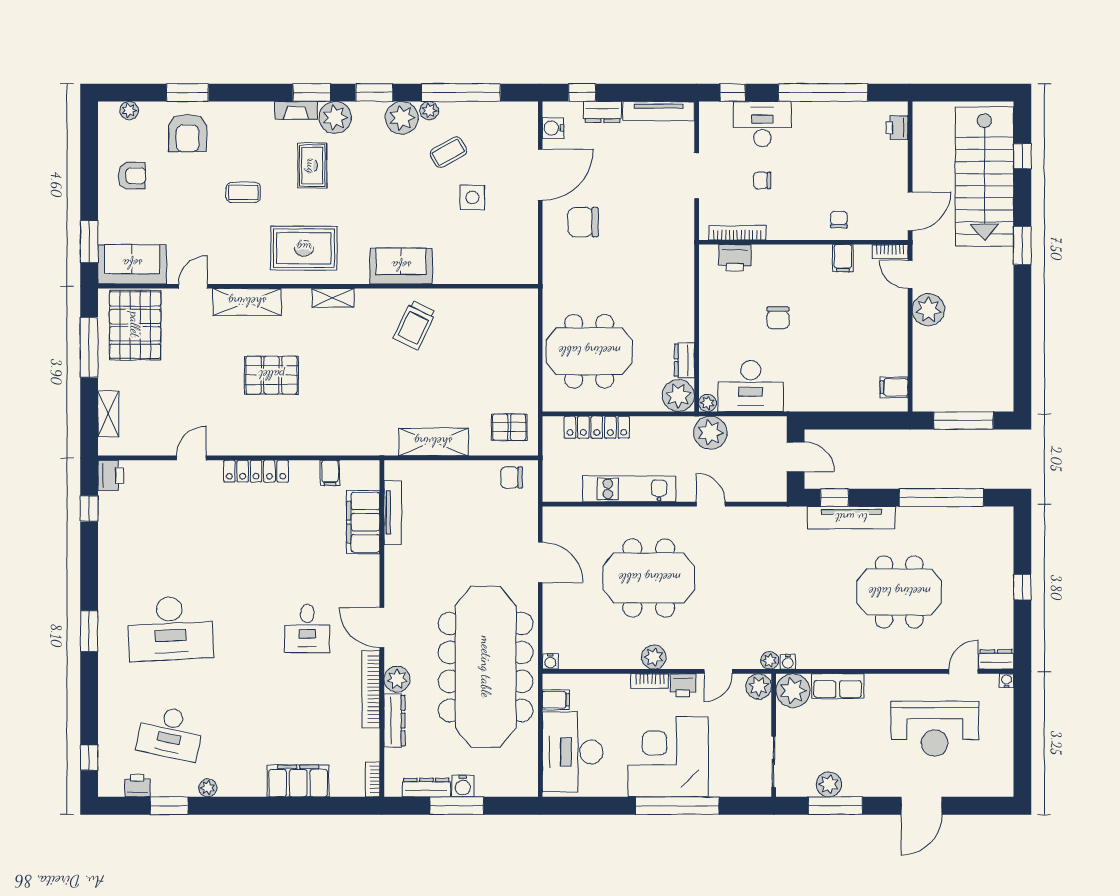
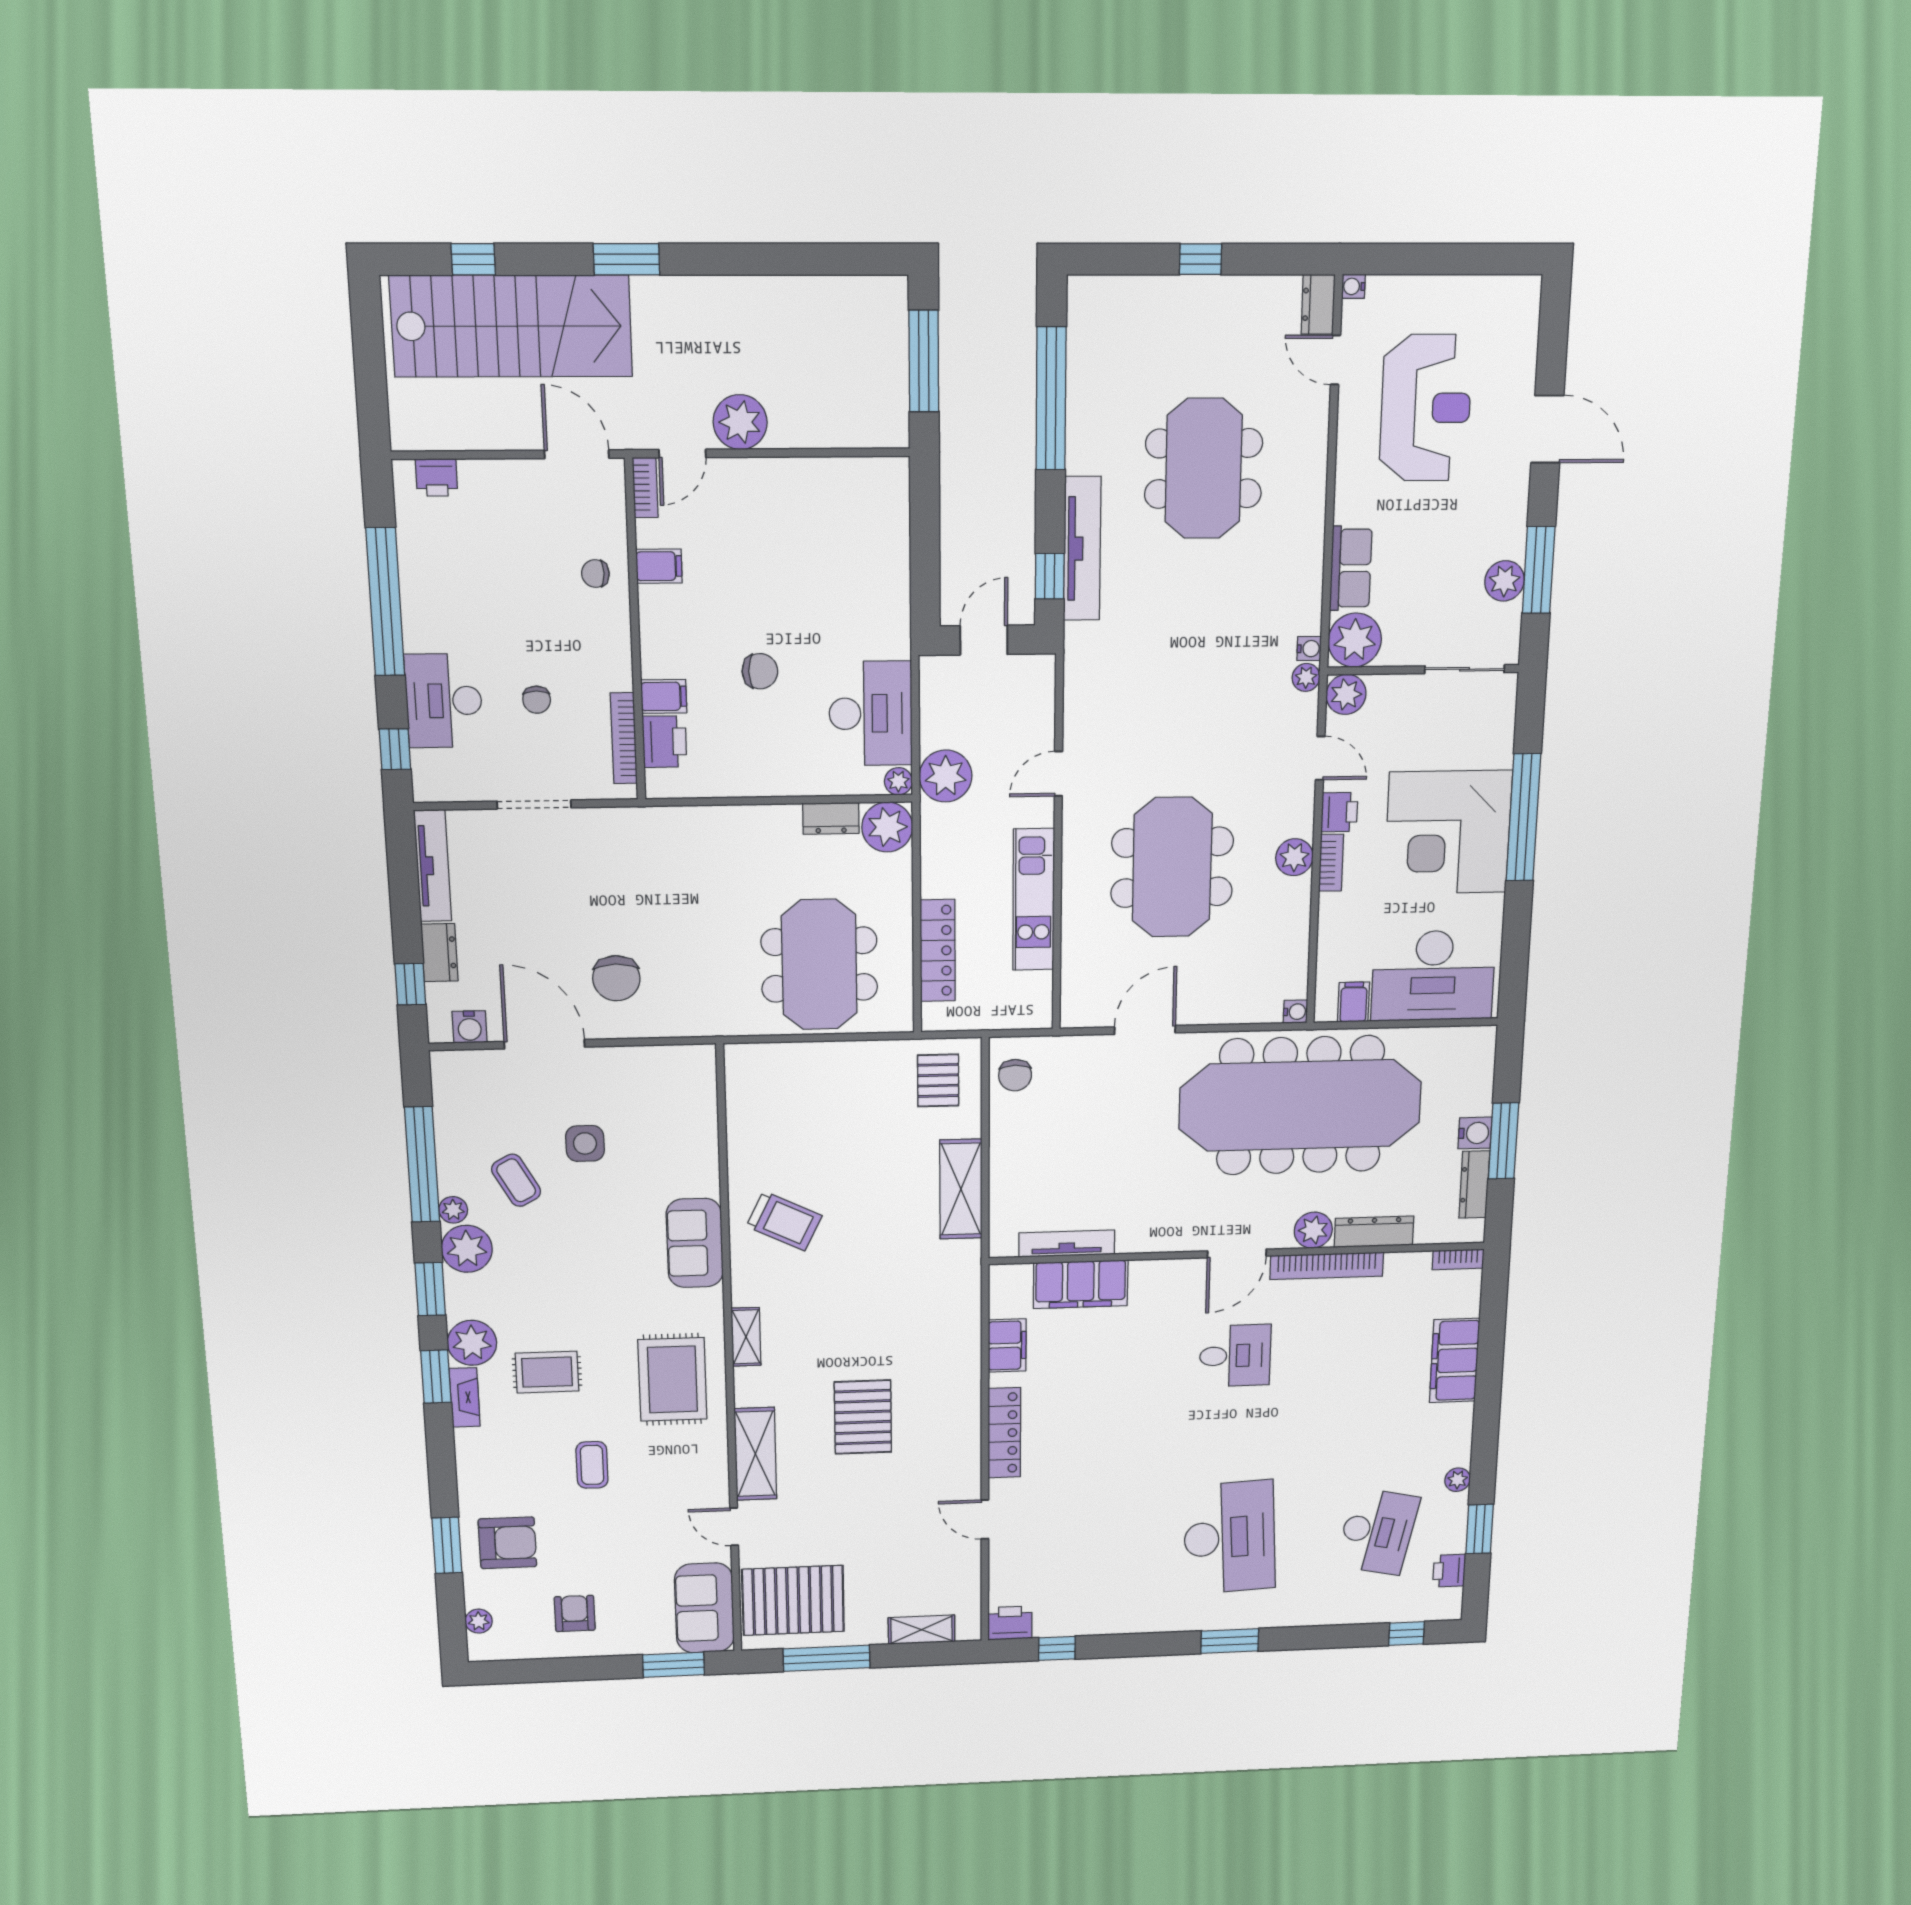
filing cabinet: (894, 387) -> (664, 696), moved, turned -90
filing cabinet: (330, 473) -> (1007, 1345), width x2.00

